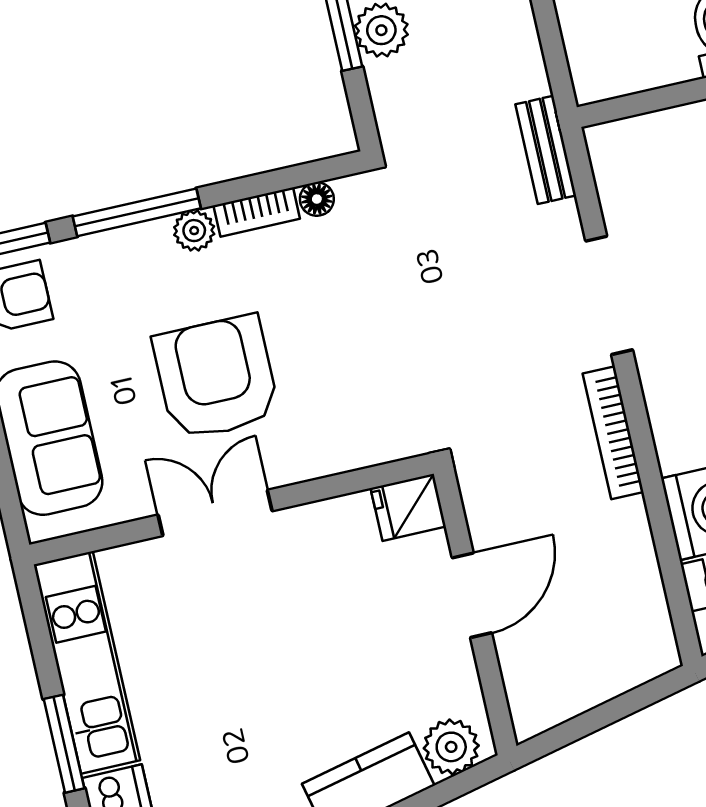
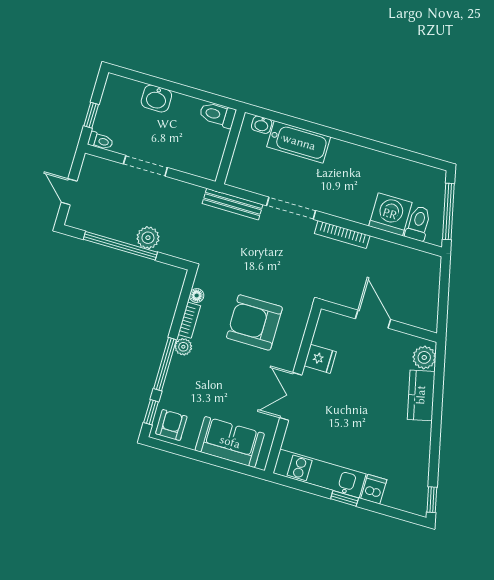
bench: (546, 150) -> (233, 204), width x1.36
armchair: (216, 378) -> (254, 322), moved
fridge: (408, 507) -> (320, 359), moved, turned -90
window: (64, 744) -> (345, 498), width x0.67

